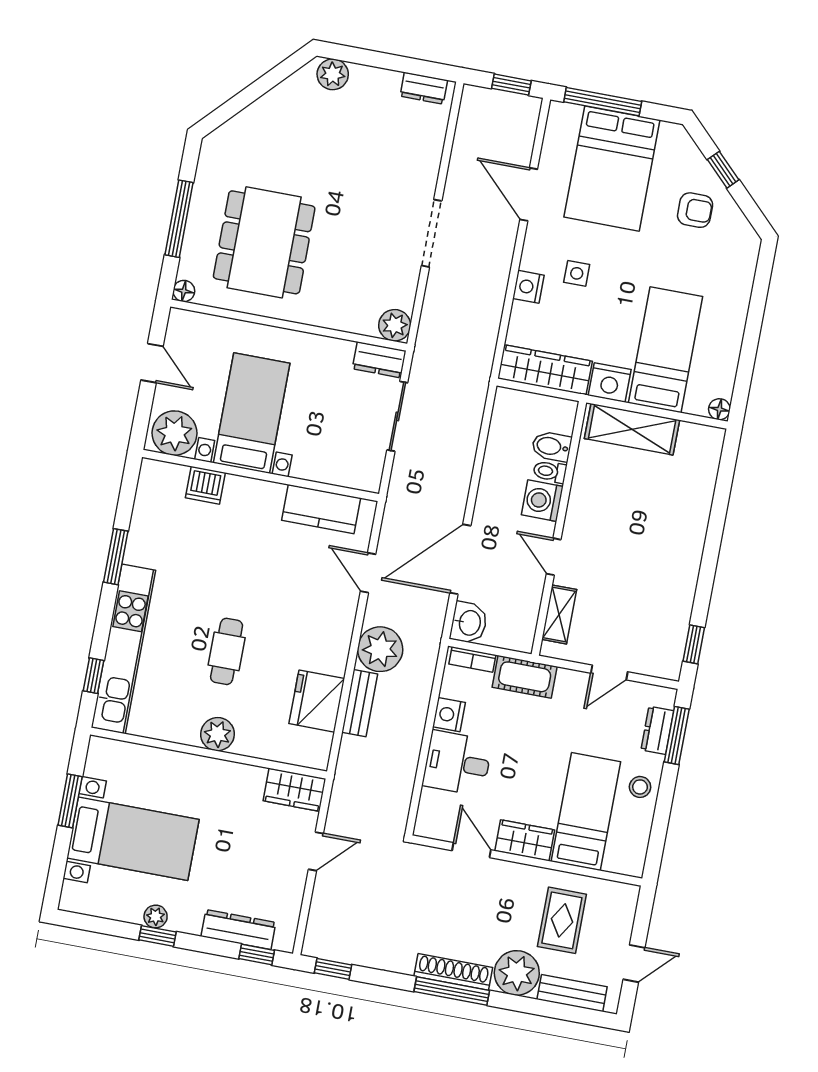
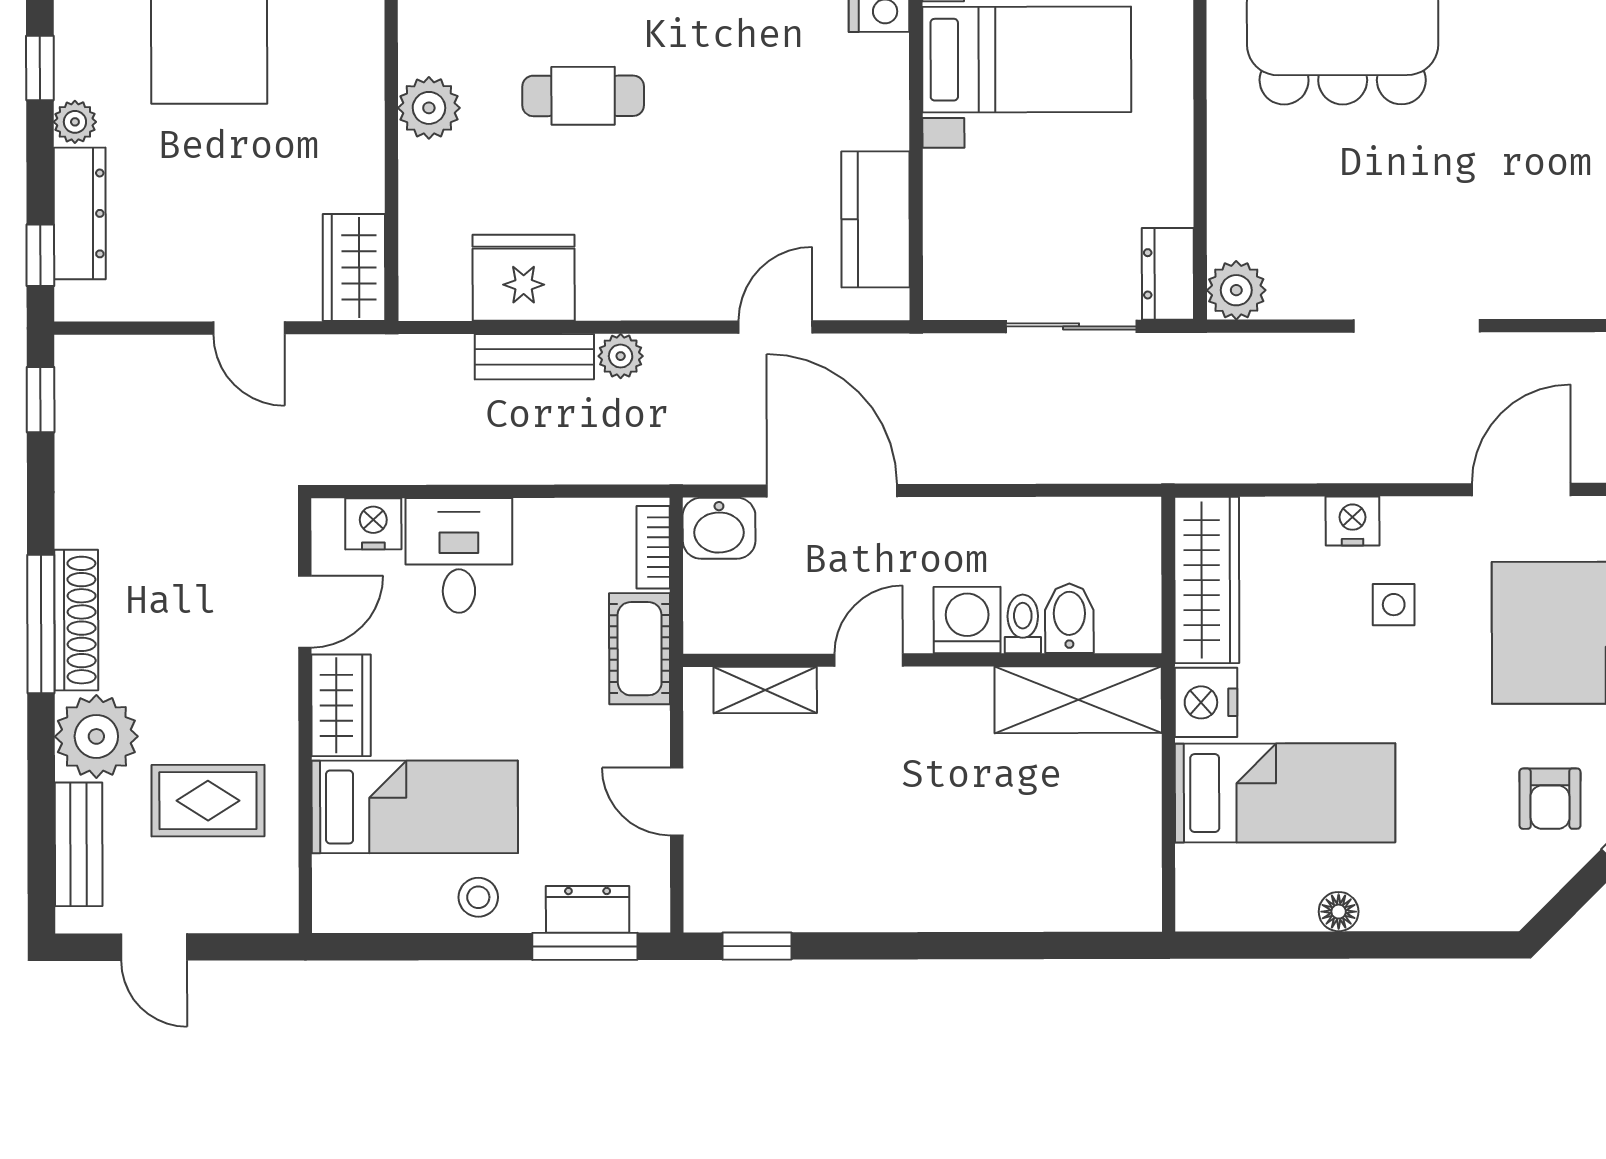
floor lamp: (719, 409) -> (1339, 912), moved
shelving: (632, 429) -> (1078, 700), moved, turned 90
plant: (380, 649) -> (621, 356), width x0.53, depth x0.53
nightstand: (449, 715) -> (373, 524), moved
plant: (156, 916) -> (75, 122), moved

